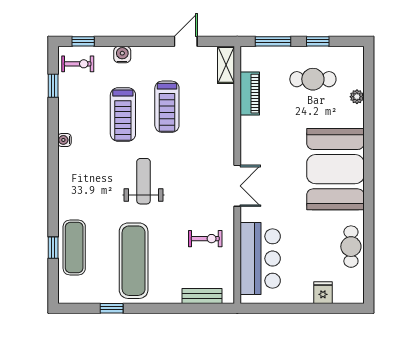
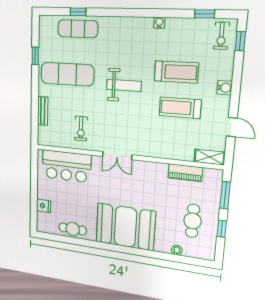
water cooler: (122, 55) -> (225, 88), moved
treadmill: (123, 115) -> (176, 72), turned 180
bench: (202, 296) -> (43, 111), moved

